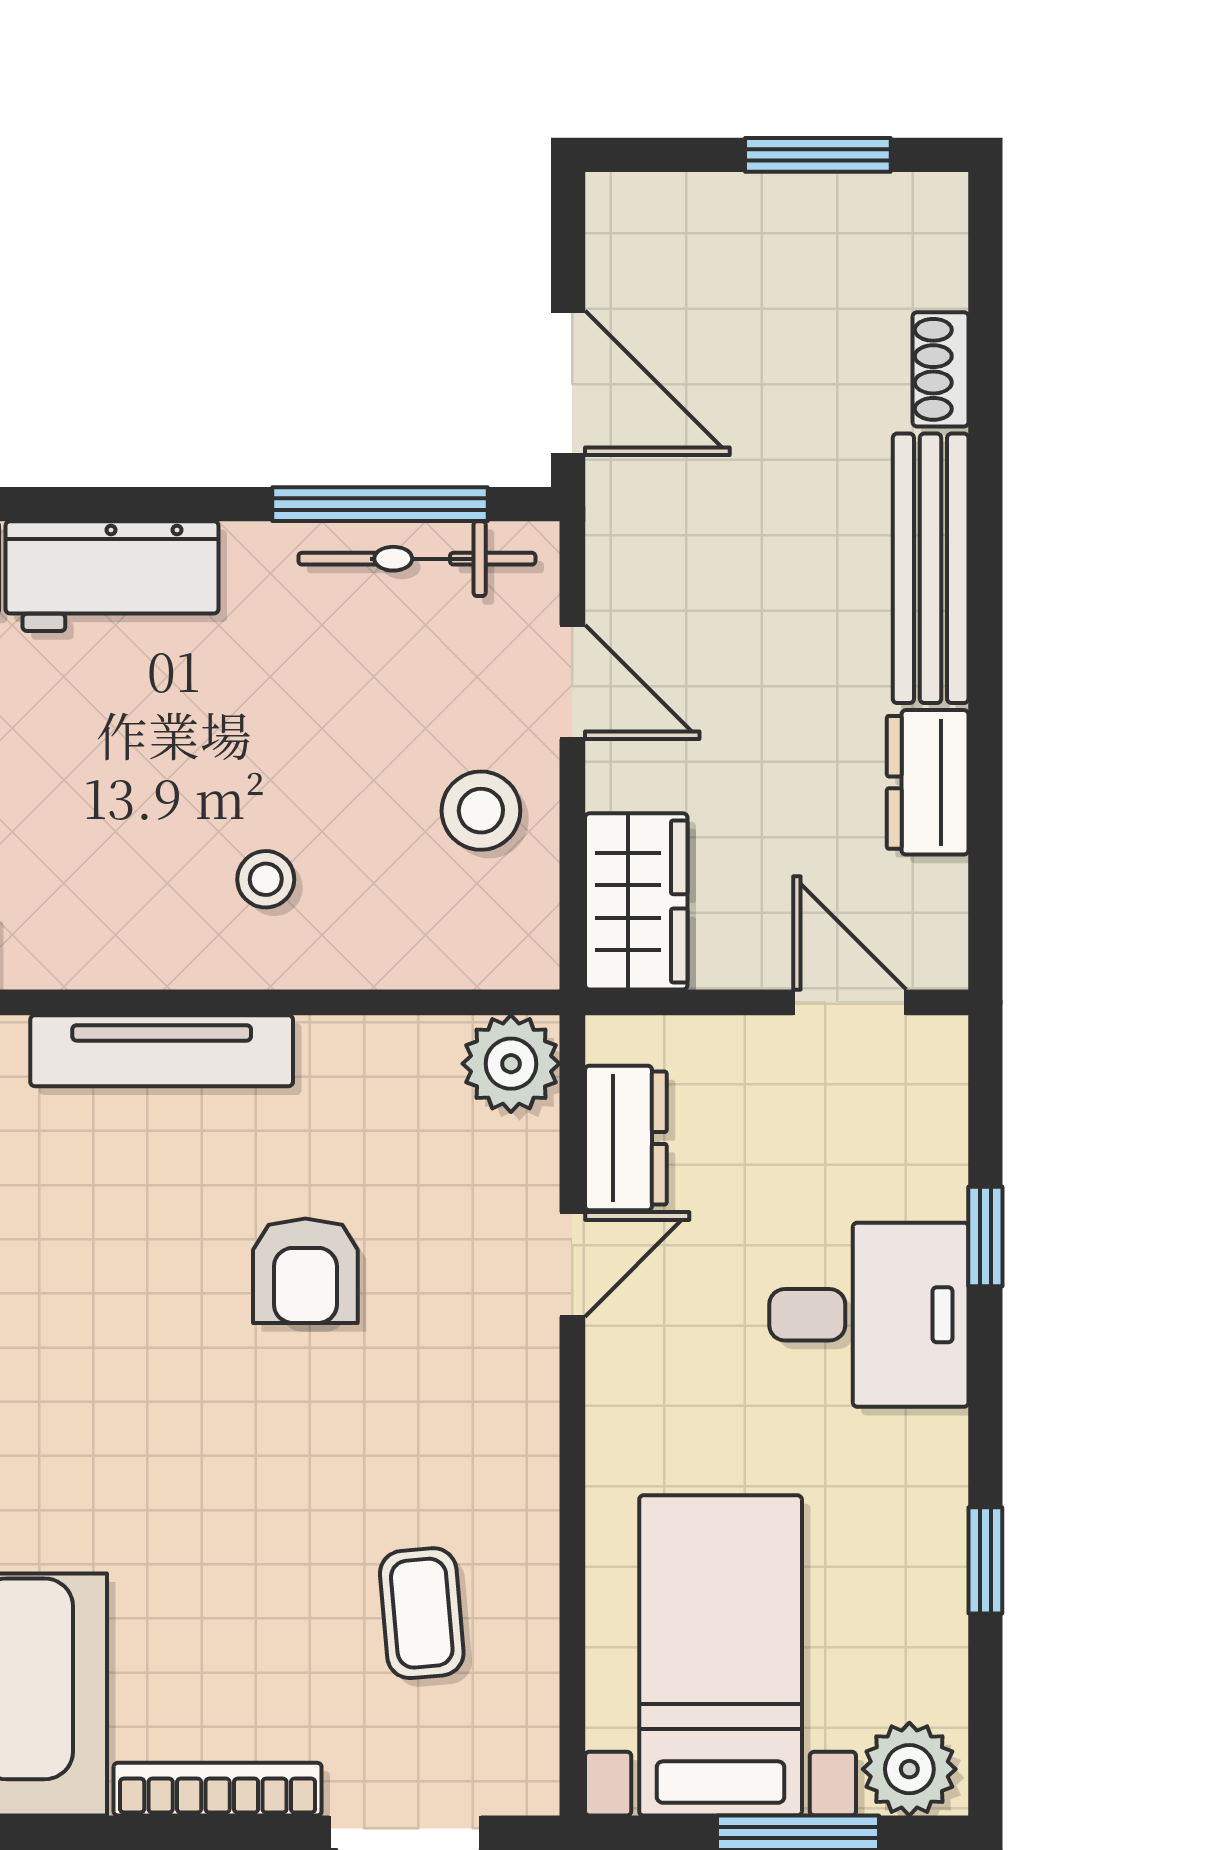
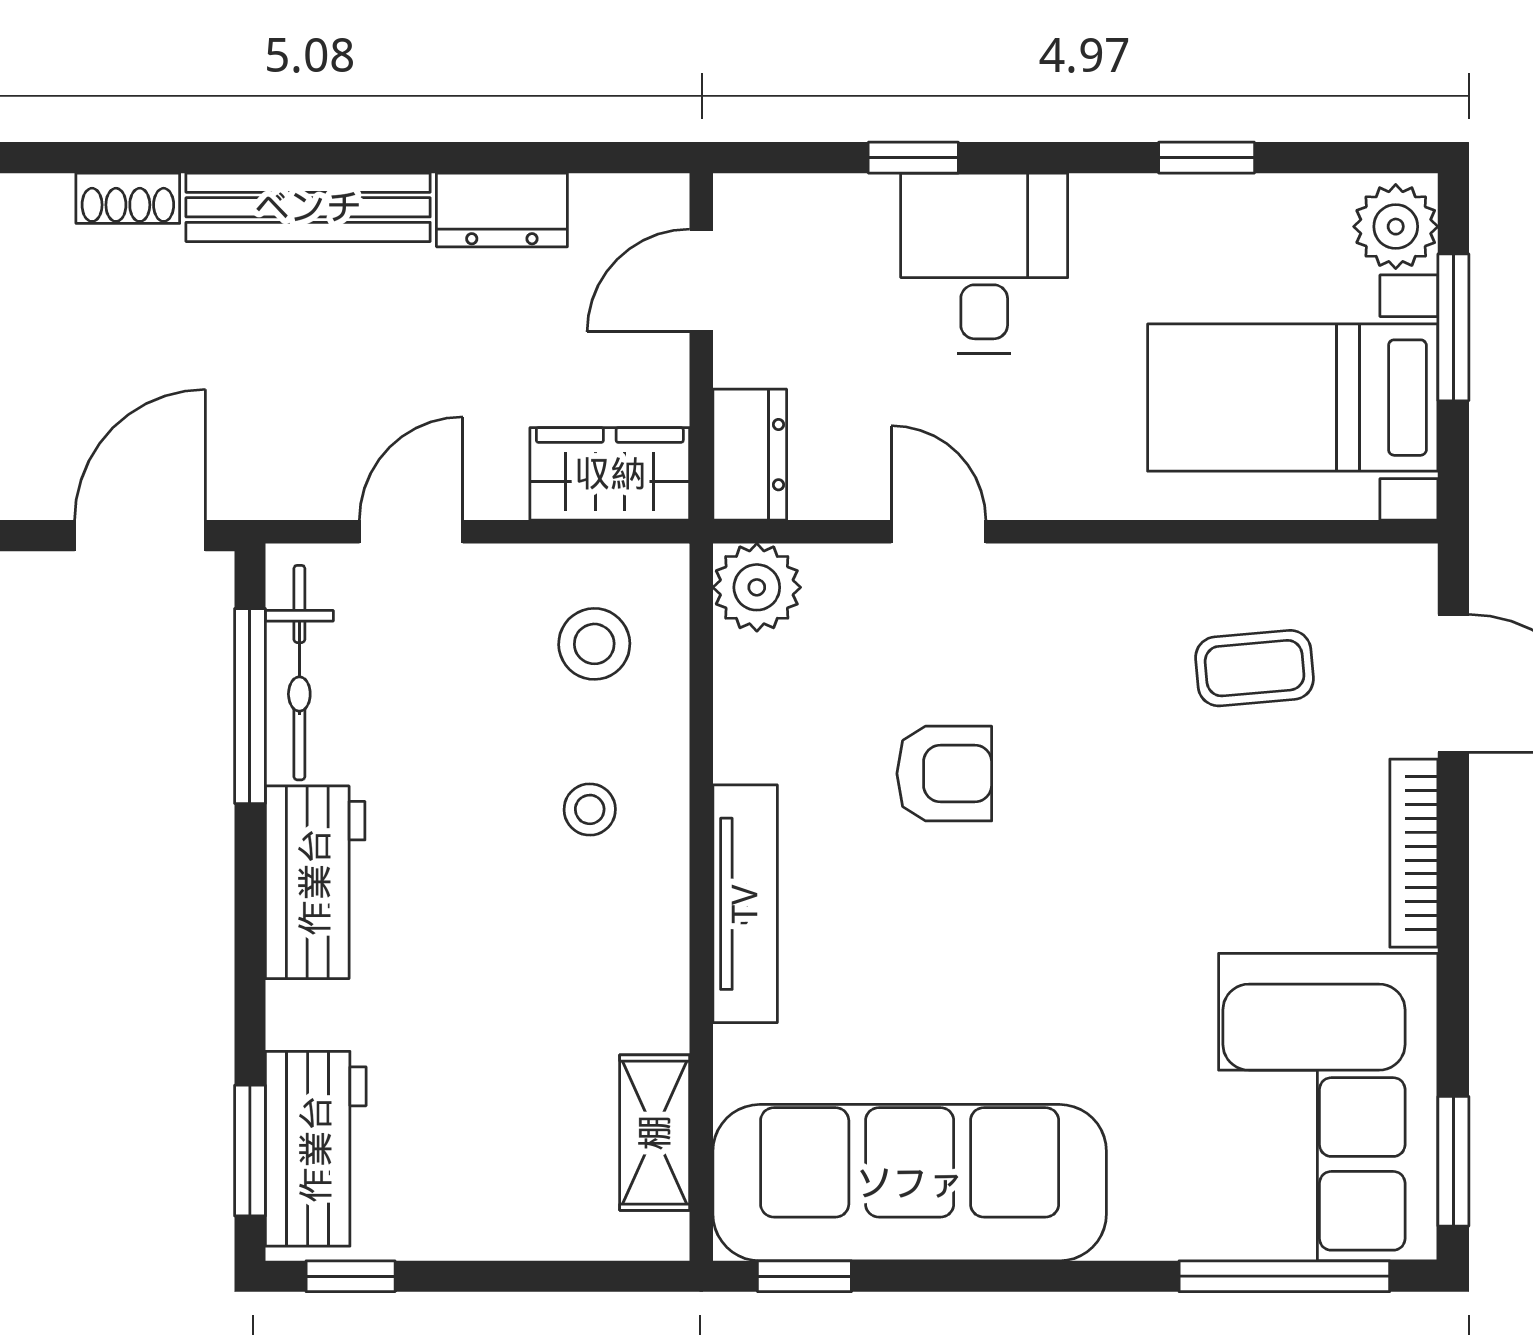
workbench: (112, 576) -> (315, 882), moved
stool: (481, 811) -> (594, 644), moved
dresser: (626, 1138) -> (750, 455), moved, turned 90

